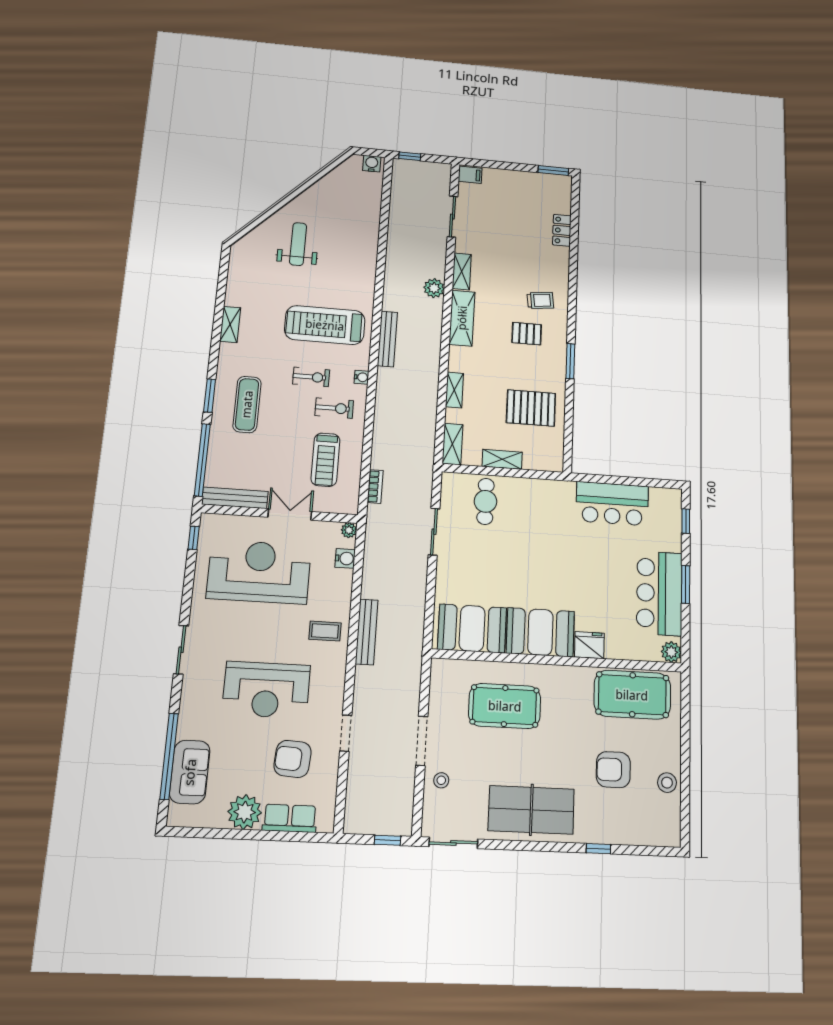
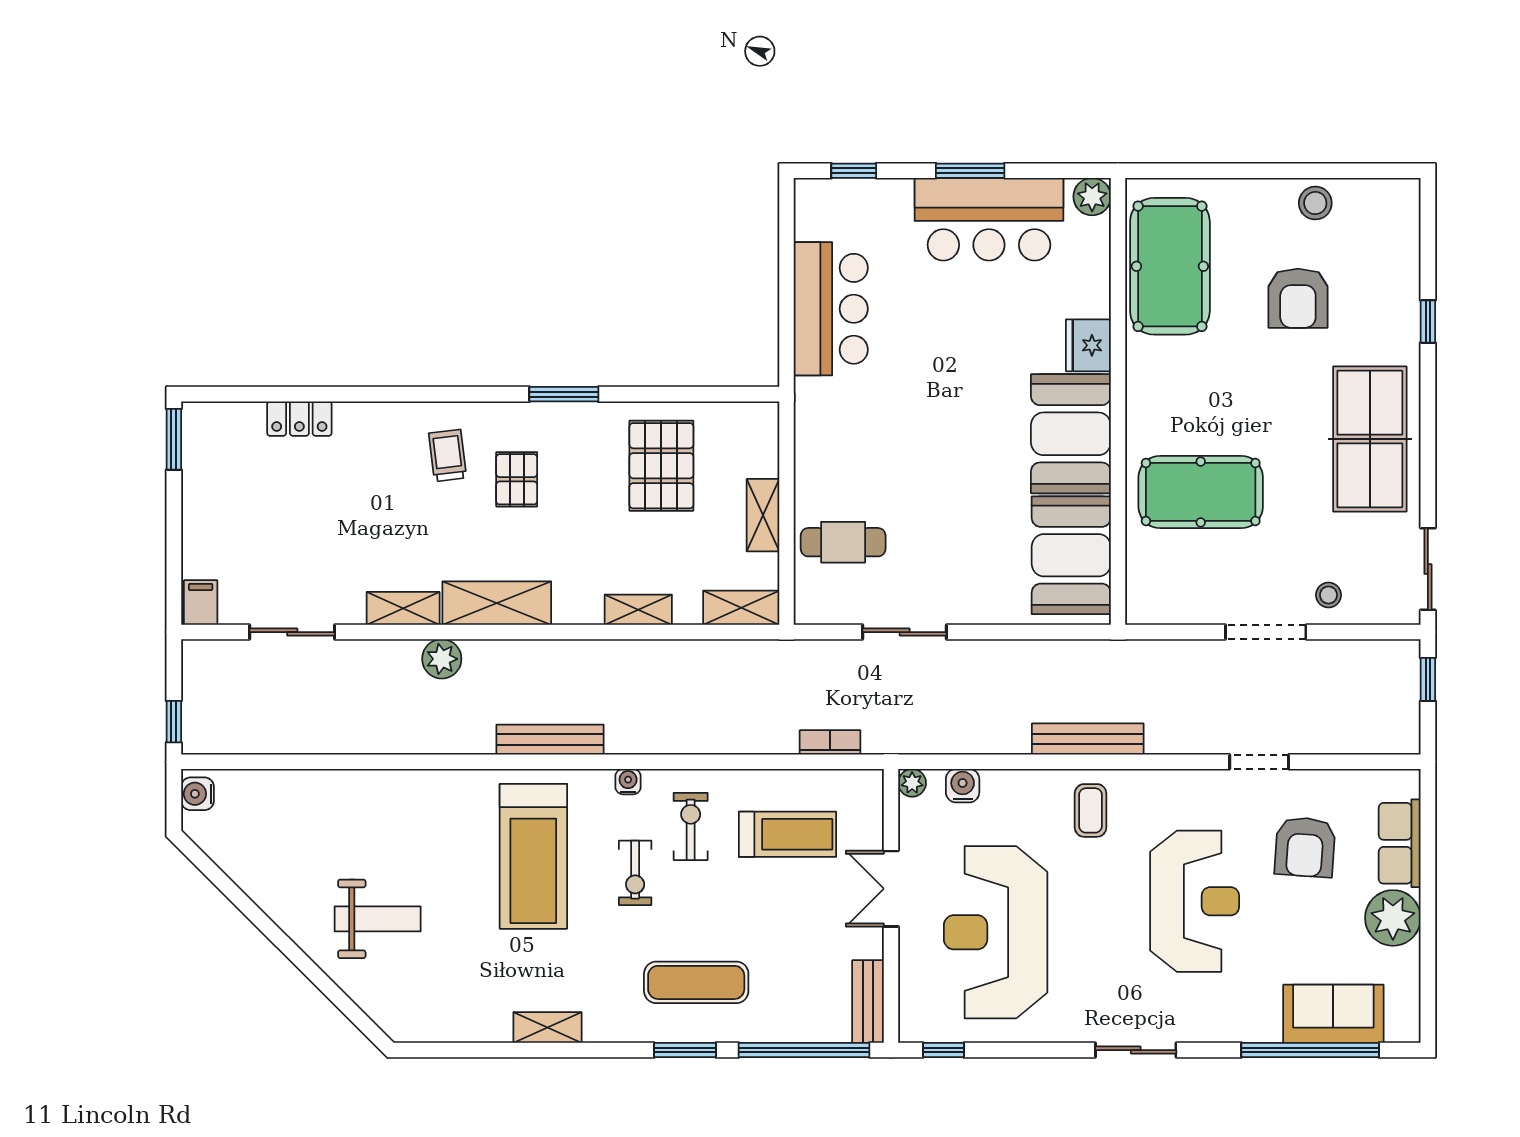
weight bench: (298, 244) -> (378, 919), turned 180
exercise bike: (311, 377) -> (635, 873), turned 180
bench: (235, 498) -> (868, 1001), width x0.73
pool table: (505, 706) -> (1201, 492), turned 90

